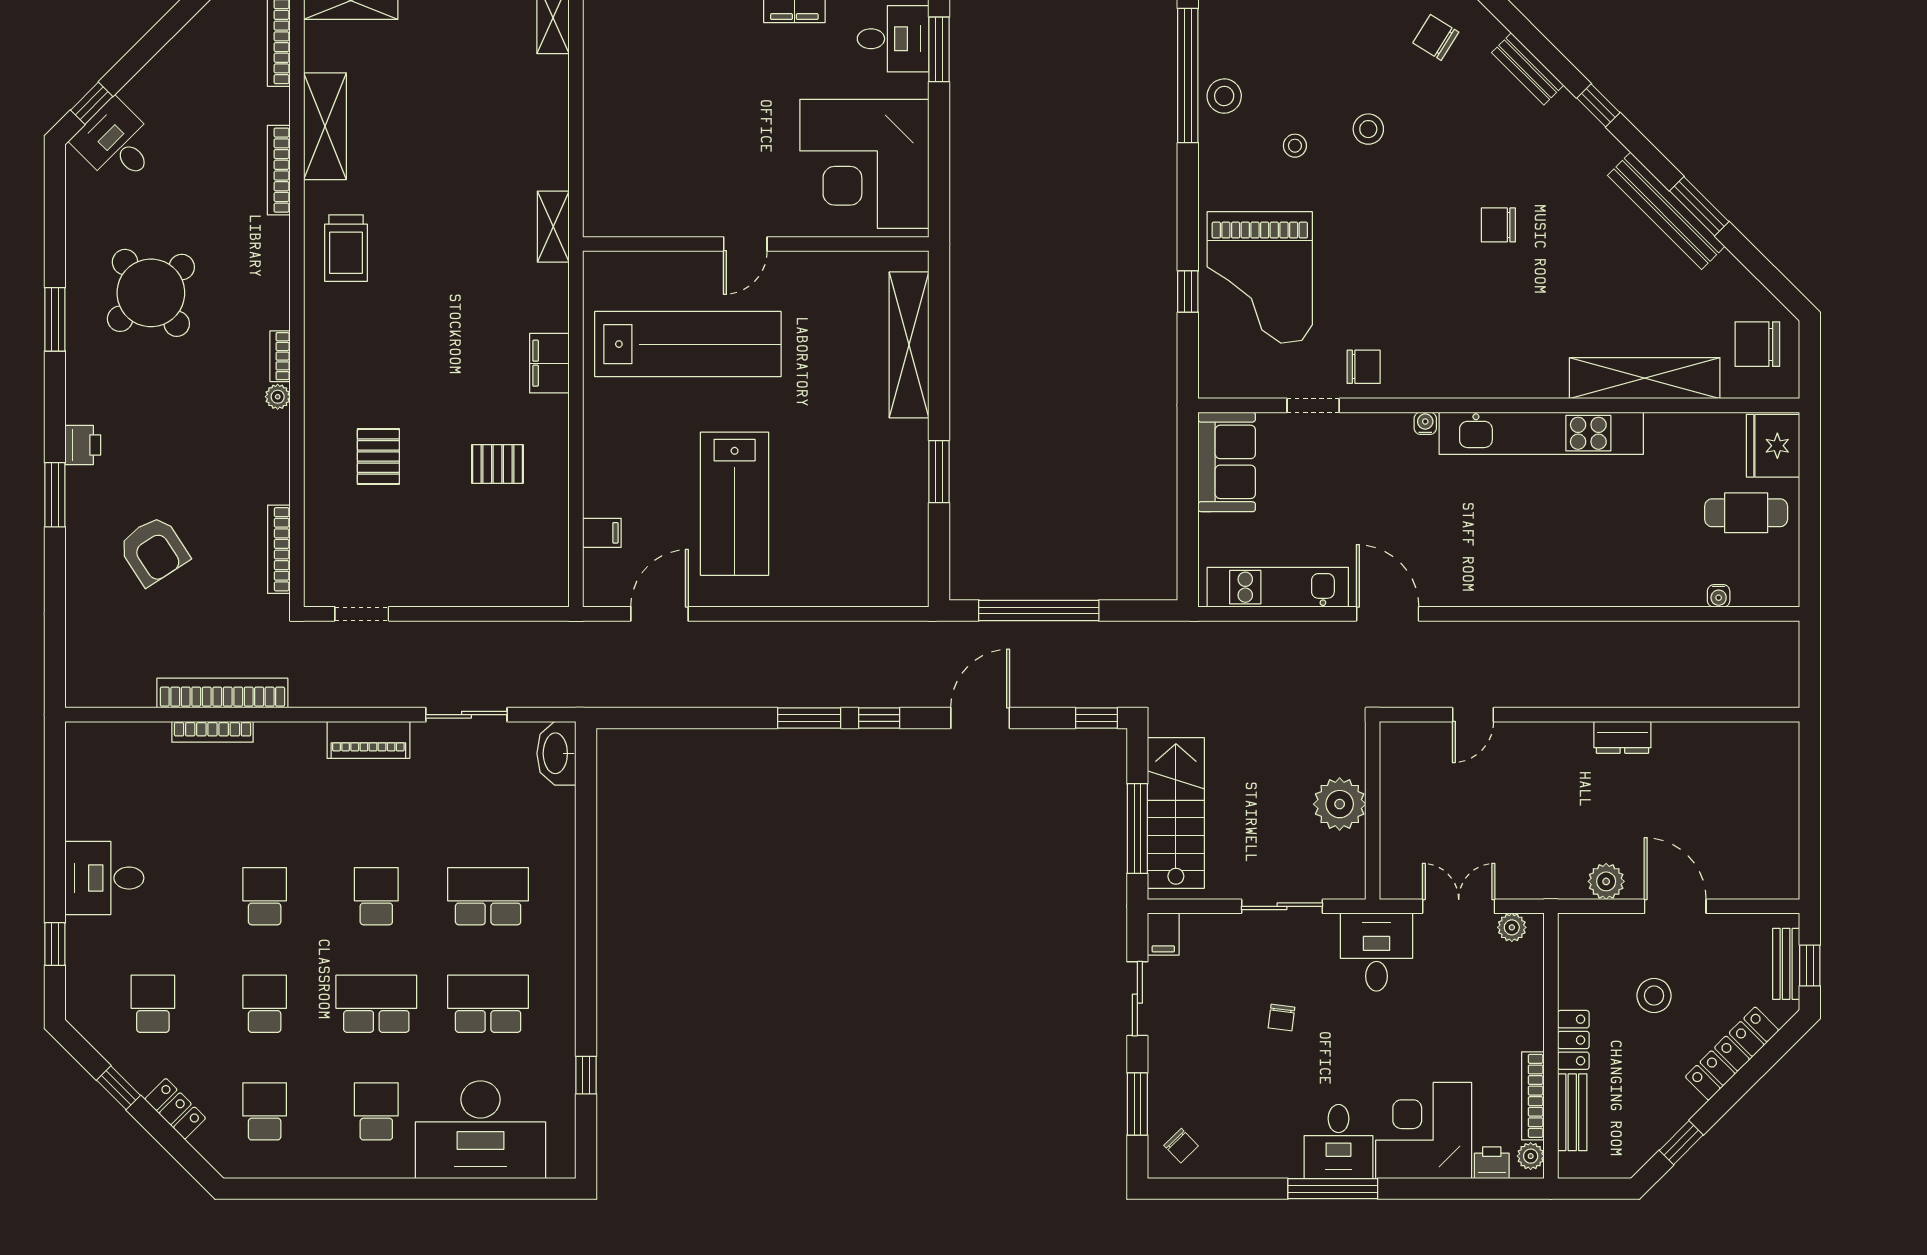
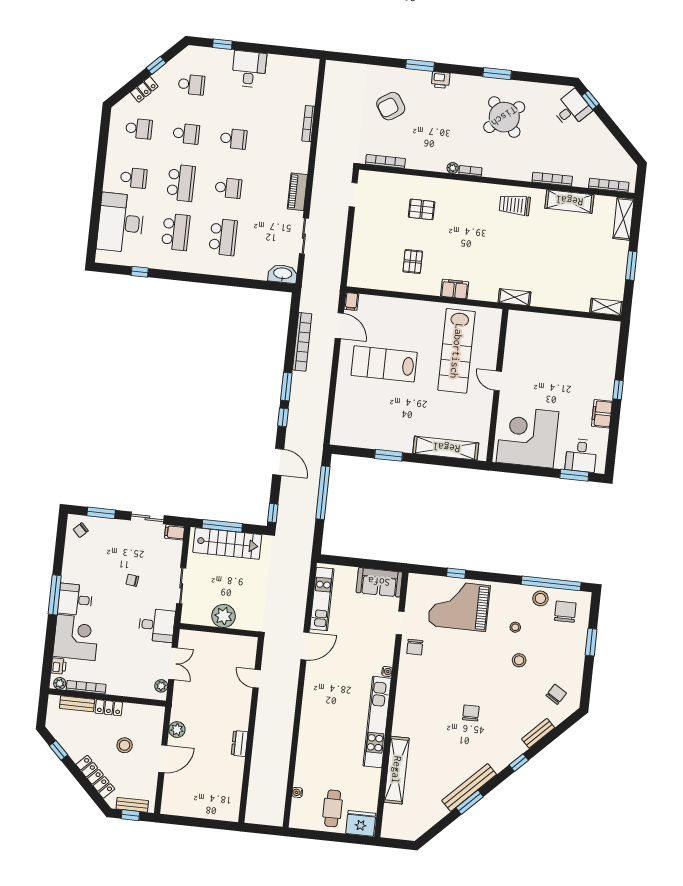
chair: (1757, 344) -> (565, 612), moved
filing cabinet: (602, 533) -> (351, 301), moved
bookcase: (222, 693) -> (302, 342), moved

